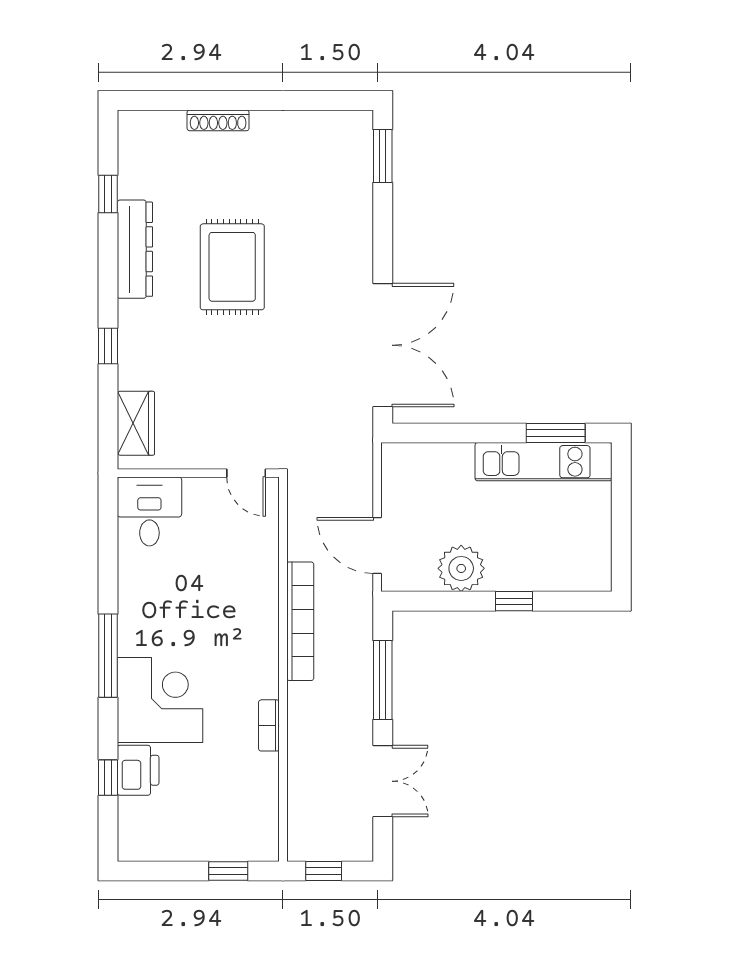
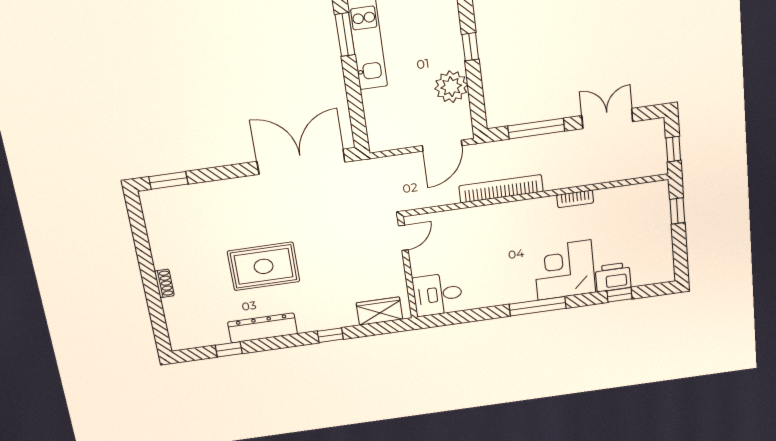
shoe rack: (218, 120) -> (164, 283), width x0.70

